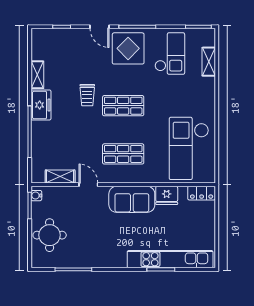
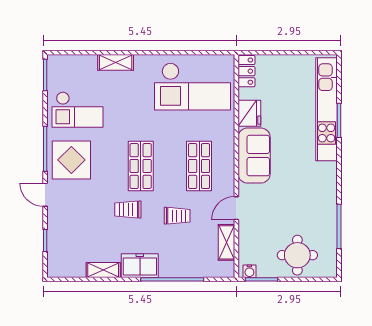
door: (99, 27) -> (45, 195), swing flipped
checkout: (170, 54) -> (77, 110), turned 180
shelving: (209, 62) -> (116, 62), moved
trolley: (87, 95) -> (128, 209), turned 180
trolley: (82, 136) -> (177, 216), added

